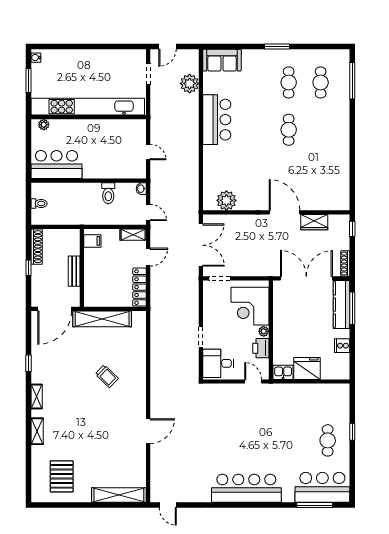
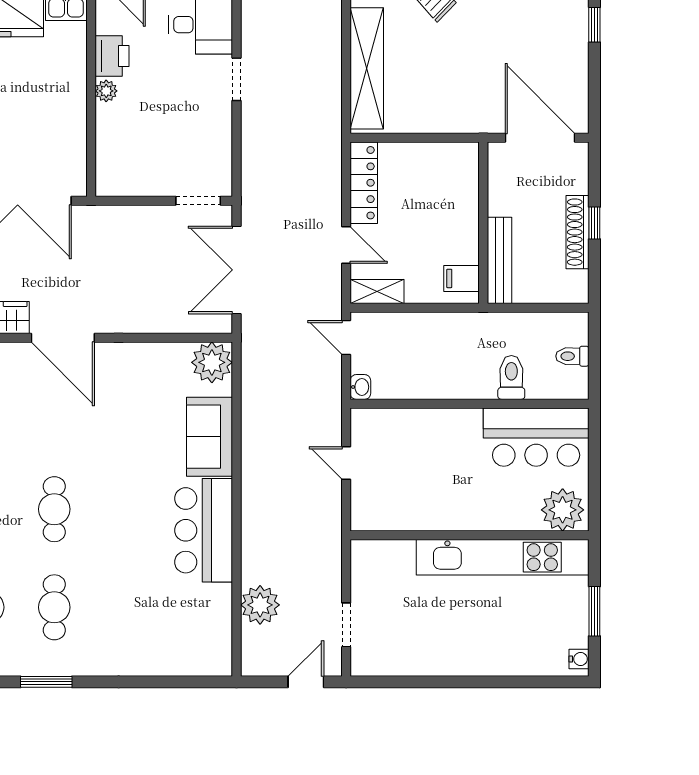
window: (277, 46) -> (46, 682), moved
sofa: (222, 60) -> (209, 437), moved, turned -90
kitchen unit: (88, 107) -> (503, 557), width x0.73
plant: (44, 125) -> (563, 510), width x1.87, depth x1.87
toilet: (108, 193) -> (511, 377), moved
plant: (226, 200) -> (212, 362), moved
shoe rack: (37, 247) -> (577, 232), moved
door: (148, 257) -> (346, 245), swing flipped
bench: (74, 271) -> (499, 260), moved, width x1.36
corner desk: (250, 306) -> (135, 143), removed
door: (55, 309) -> (540, 138), hinge flipped
shelving: (102, 319) -> (367, 68), moved, turned 90

